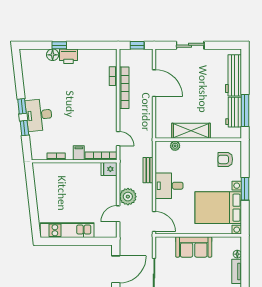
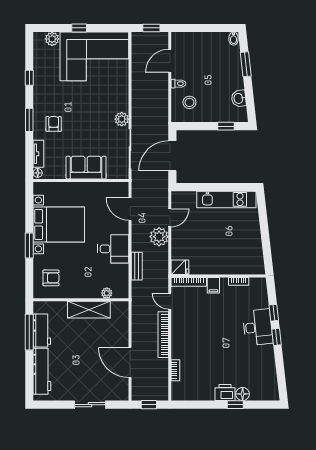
bookcase: (124, 88) -> (163, 335), moved
wall: (198, 235) -> (81, 180), moved
sofa: (194, 247) -> (86, 168), moved

